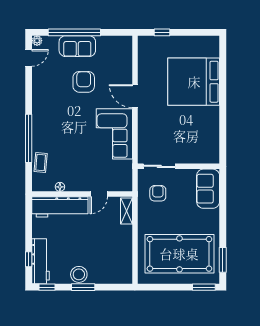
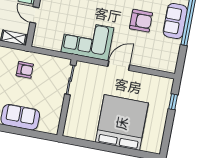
sliding door: (159, 166) -> (70, 80), moved
wall: (179, 166) -> (67, 98), moved

